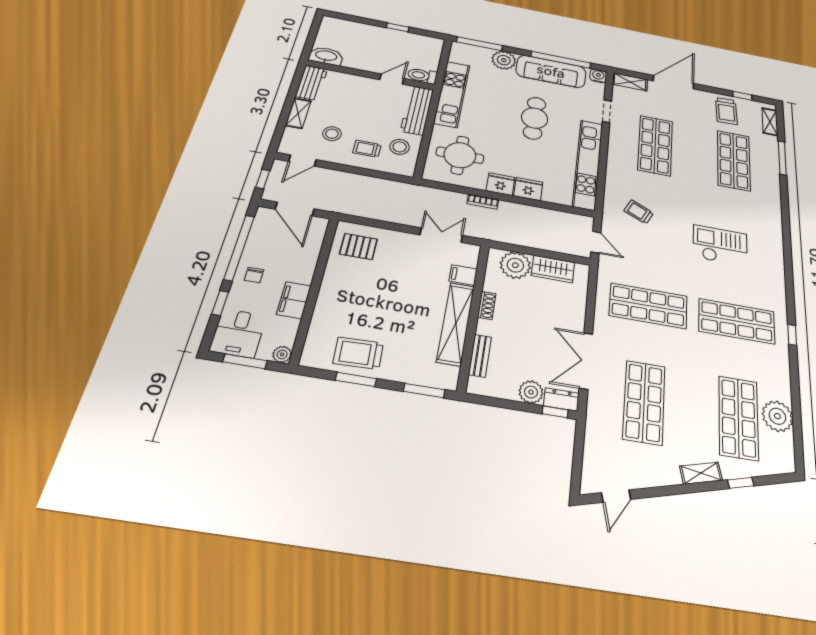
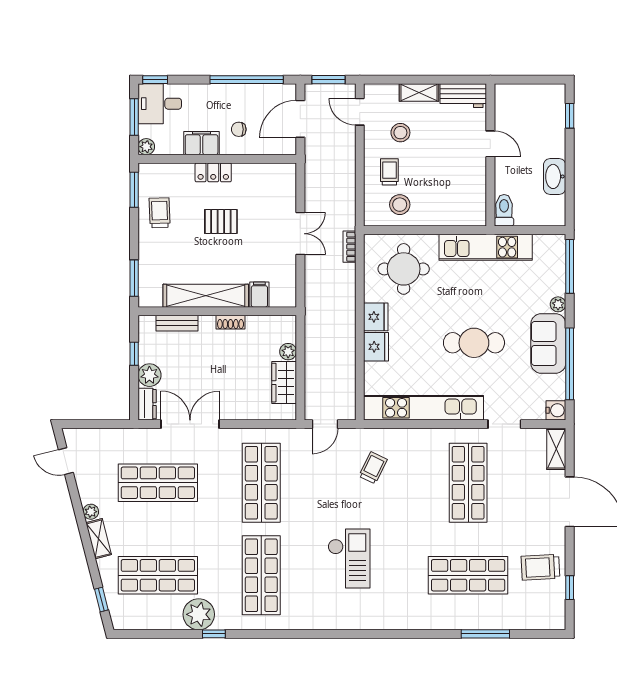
window: (398, 27) -> (570, 116), moved
washbasin: (326, 56) -> (555, 176), moved, turned 180
plant: (504, 60) -> (558, 304), width x0.53, depth x0.53
sofa: (551, 71) -> (548, 343), width x0.73
door: (392, 79) -> (490, 144), moved
workbench: (417, 110) -> (453, 214), removed
shelving: (770, 122) -> (537, 621), removed
shop shelf: (655, 145) -> (468, 483), turned 90
window: (263, 179) -> (329, 80), width x1.50
bookcase: (483, 202) -> (349, 247), moved
double door: (441, 235) -> (300, 234), moved
pallet: (358, 247) -> (221, 221), moved, turned 90
plant: (515, 265) -> (288, 352), width x0.53, depth x0.53
chair: (254, 275) -> (239, 129), moved
locker: (328, 295) -> (213, 172), added
window: (220, 303) -> (155, 80), moved
window: (792, 335) -> (214, 634), moved
trolley: (358, 353) -> (160, 213), width x0.73, depth x0.72
window: (356, 379) -> (134, 190), moved
window: (555, 412) -> (134, 354), moved
plant: (777, 416) -> (199, 614), moved
plant: (672, 477) -> (91, 512), added
window: (741, 483) -> (101, 600), moved

